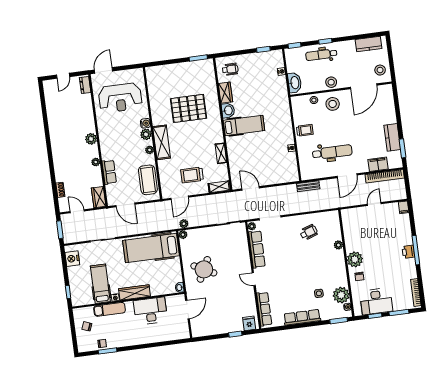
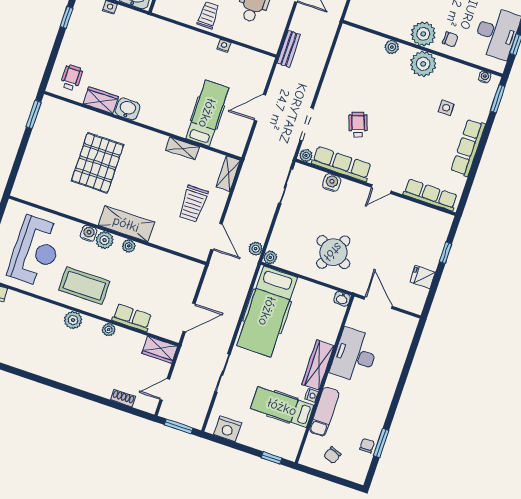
hospital bed: (244, 125) -> (207, 113), moved
coffee table: (148, 180) -> (84, 286), moved
door: (251, 188) -> (260, 108), moved
wheelchair: (309, 232) -> (358, 125), moved
water cooler: (243, 249) -> (332, 183), added
plant: (341, 295) -> (423, 64), moved
fridge: (249, 323) -> (423, 277), moved

